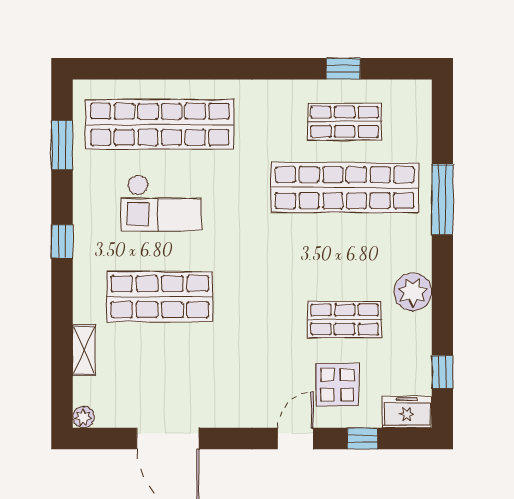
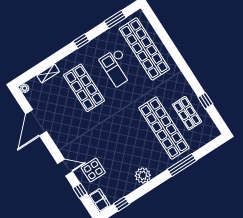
shop shelf: (345, 319) -> (118, 158), removed

